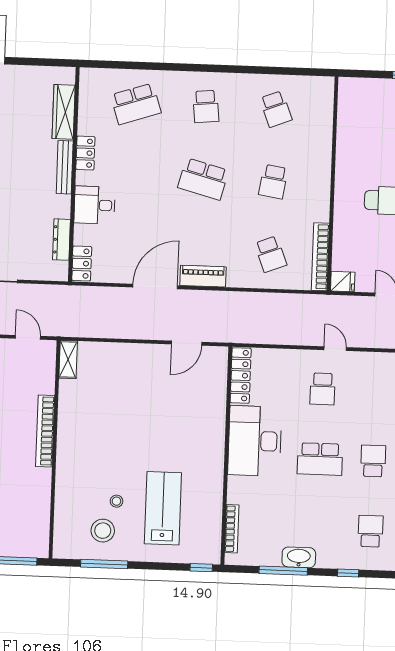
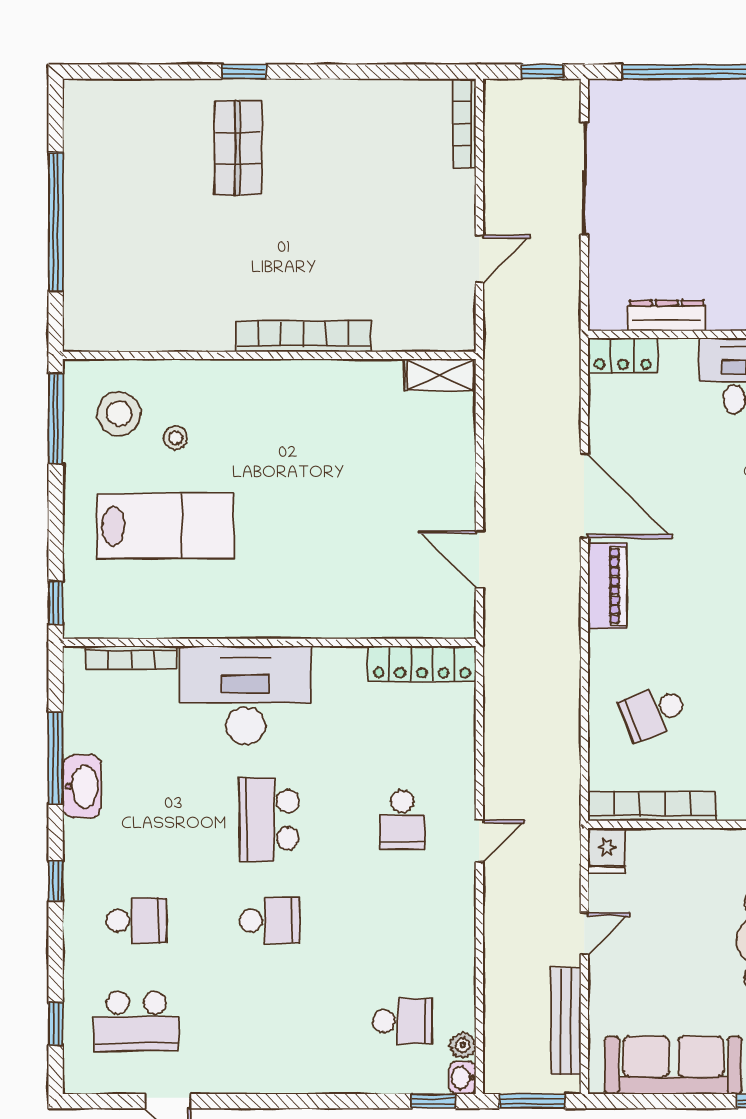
shelving: (68, 360) -> (440, 375), moved
school desk: (322, 389) -> (402, 820), turned -90
bookcase: (45, 431) -> (303, 336), moved
desk: (255, 441) -> (246, 695), moved
wall: (54, 449) -> (269, 355), moved

